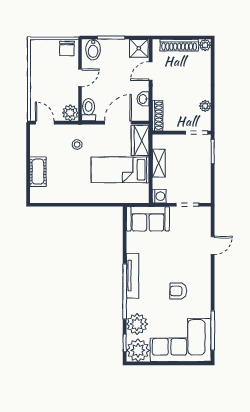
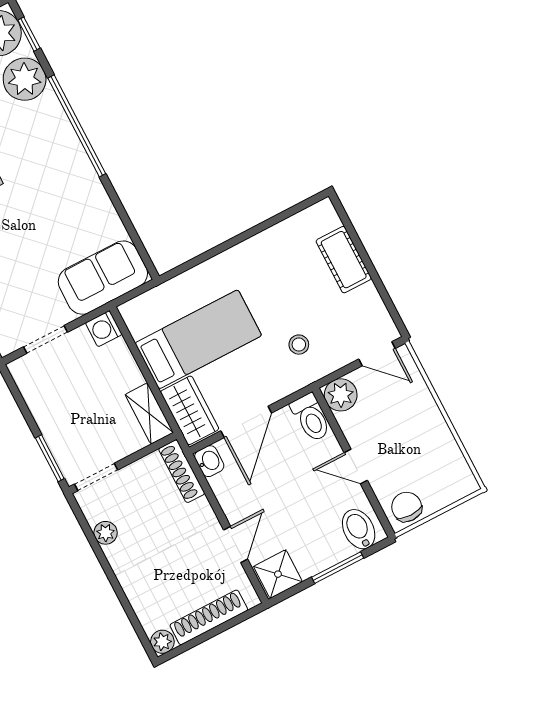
door: (80, 78) -> (356, 467), hinge flipped
washbasin: (143, 99) -> (209, 461), moved
shelving: (159, 163) -> (149, 414), moved
tv unit: (133, 276) -> (78, 162), removed

